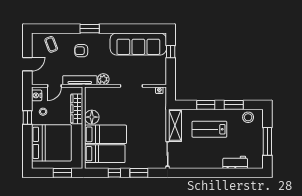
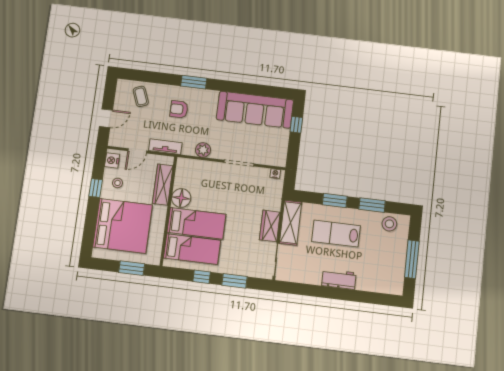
tv unit: (80, 80) -> (165, 147), width x0.71
wardrobe: (160, 130) -> (270, 226), added
workbench: (235, 162) -> (339, 279), moved

